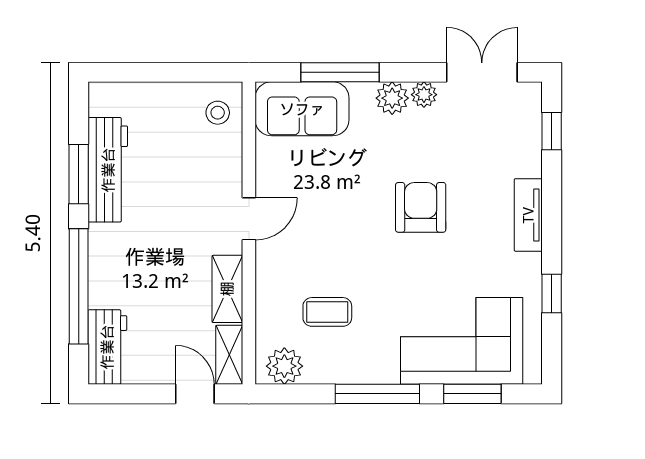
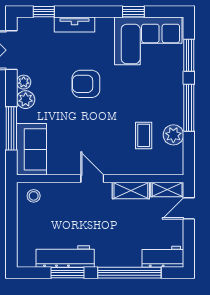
tv unit: (528, 215) -> (74, 25), moved
corner sofa: (462, 341) -> (148, 41), moved, turned -90
plant: (284, 366) -> (173, 135), moved

